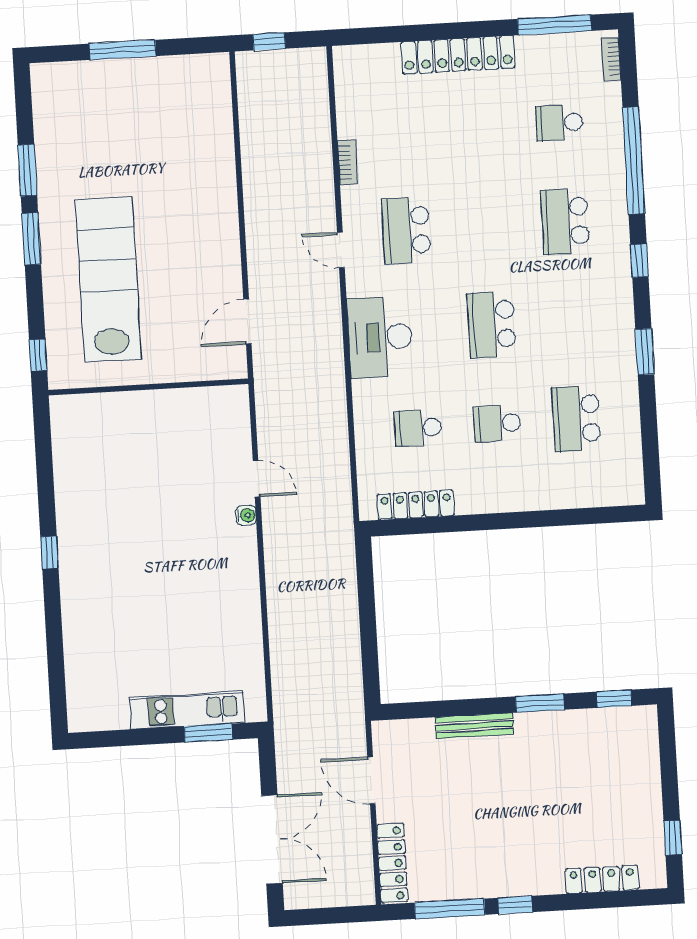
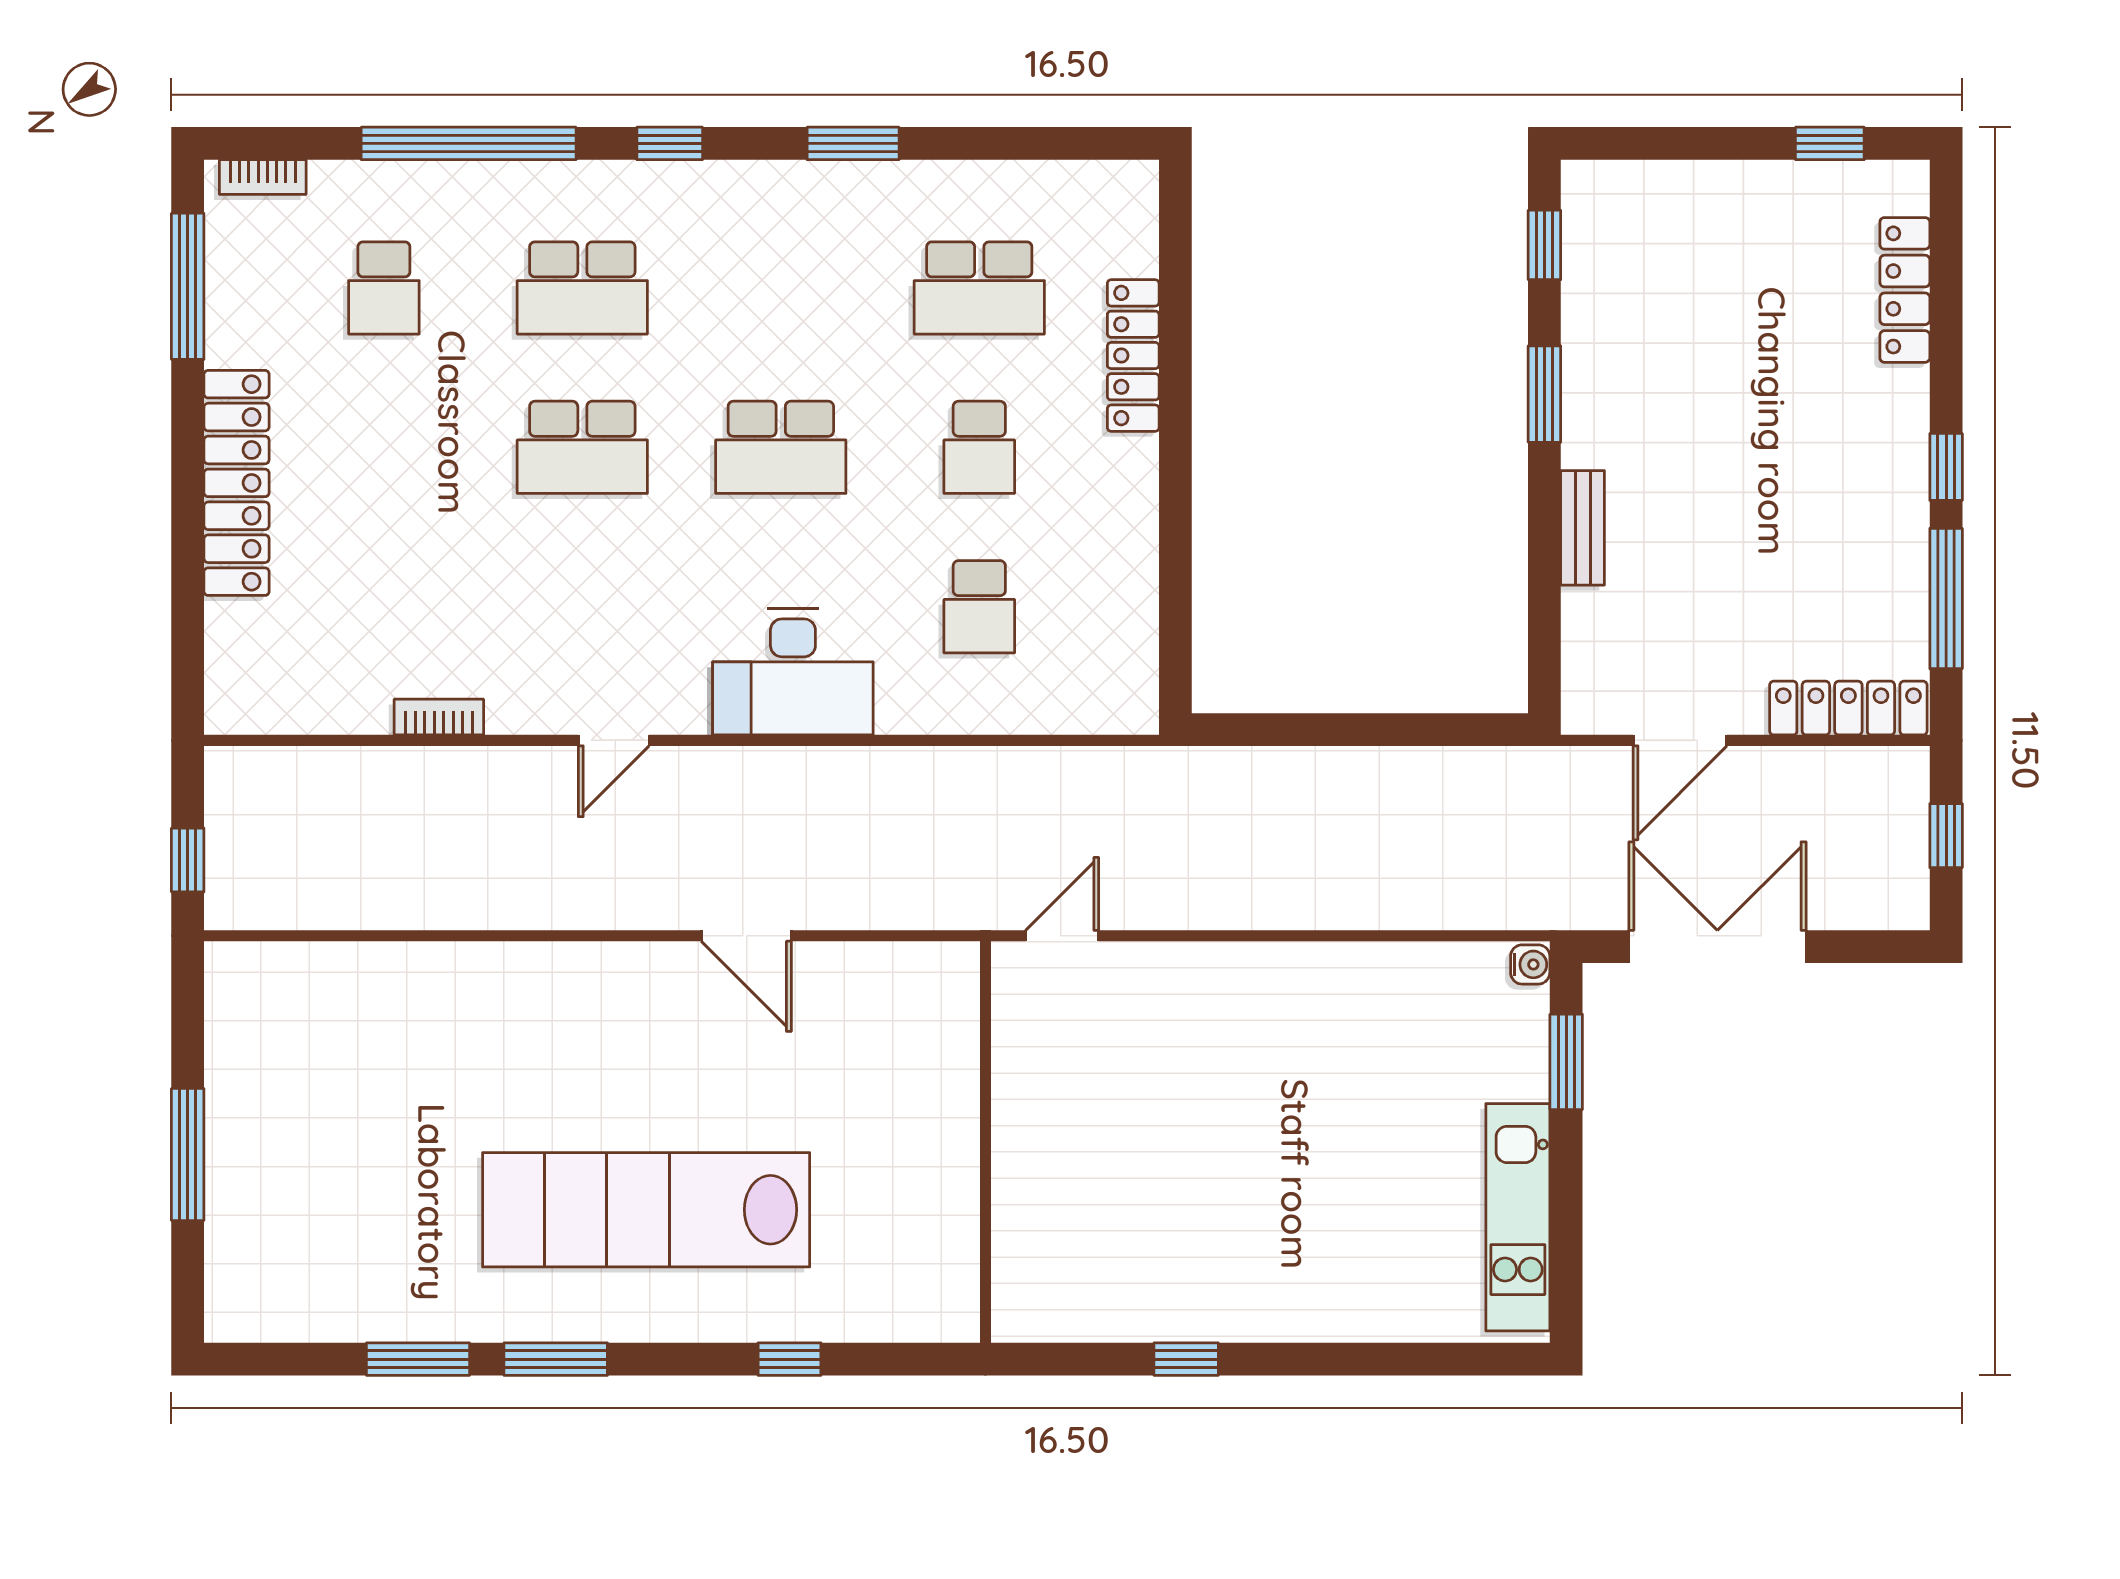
school desk: (406, 230) -> (582, 447), moved
wall: (148, 387) -> (985, 1142), moved
locker: (416, 505) -> (1133, 356), moved
water cooler: (246, 515) -> (1530, 964), moved, turned 90
kitchen unit: (187, 710) -> (1518, 1217), moved
bench: (474, 726) -> (1583, 528), width x0.73
double door: (272, 839) -> (1717, 947), moved
window: (332, 915) -> (1946, 836), added

